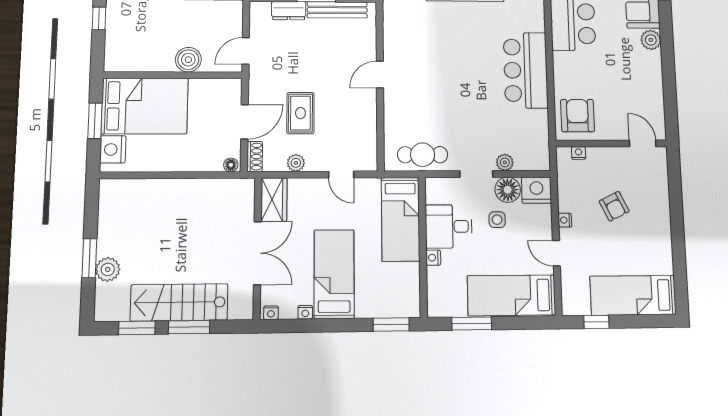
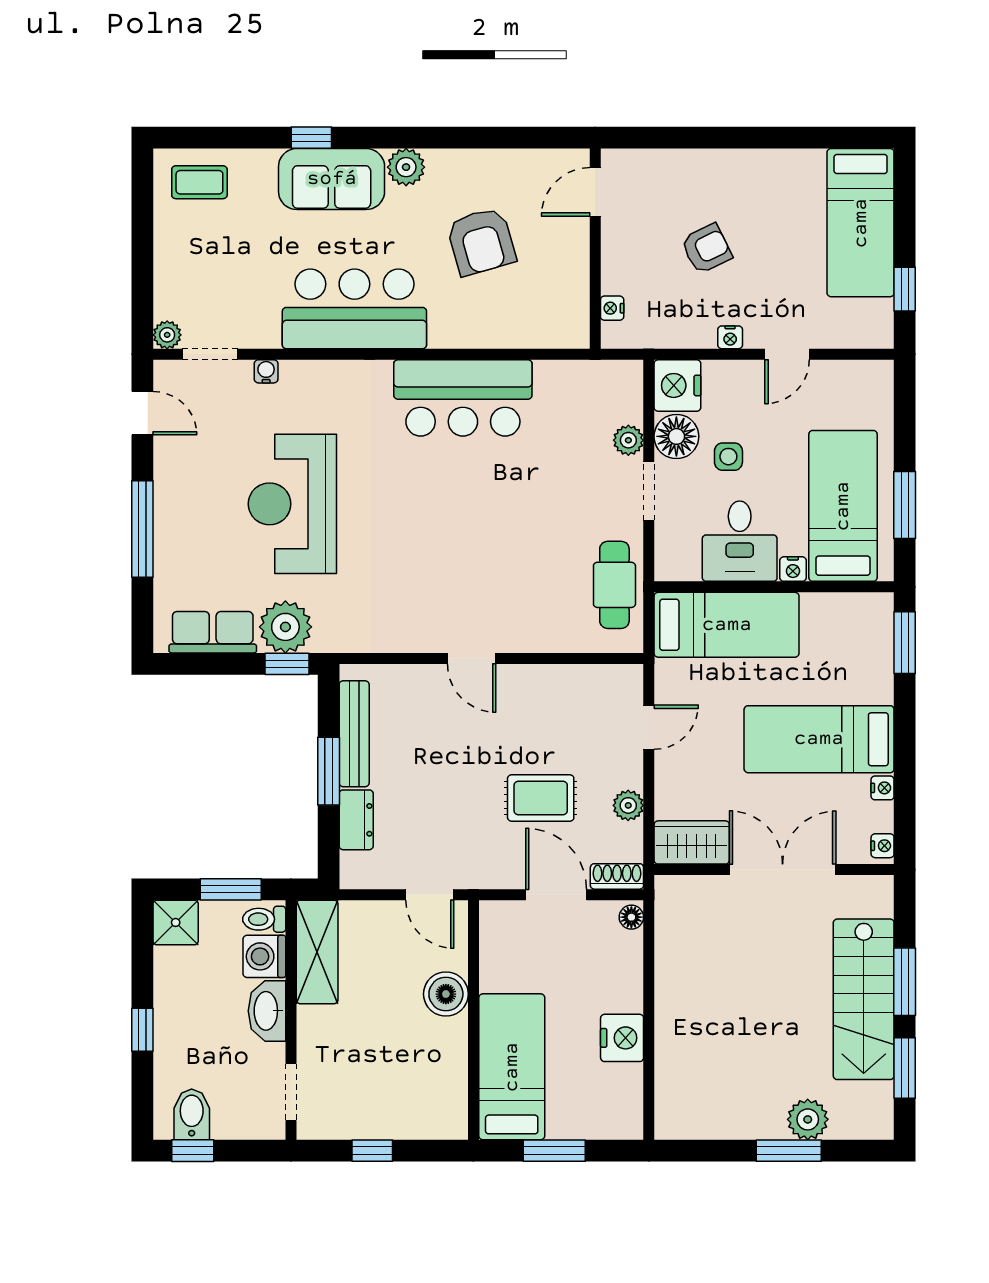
bed: (145, 106) -> (512, 1067), width x0.67
armchair: (578, 116) -> (481, 241), moved, turned -106
nightstand: (113, 149) -> (622, 1038), moved, turned -90
bed: (511, 295) -> (843, 506), moved, turned 180

